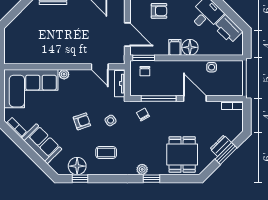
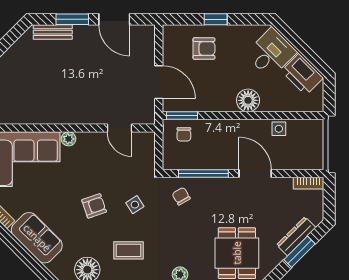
filing cabinet: (175, 47) -> (227, 100), removed
tv unit: (120, 84) -> (148, 152), removed
dresser: (221, 146) -> (296, 236), width x1.44

